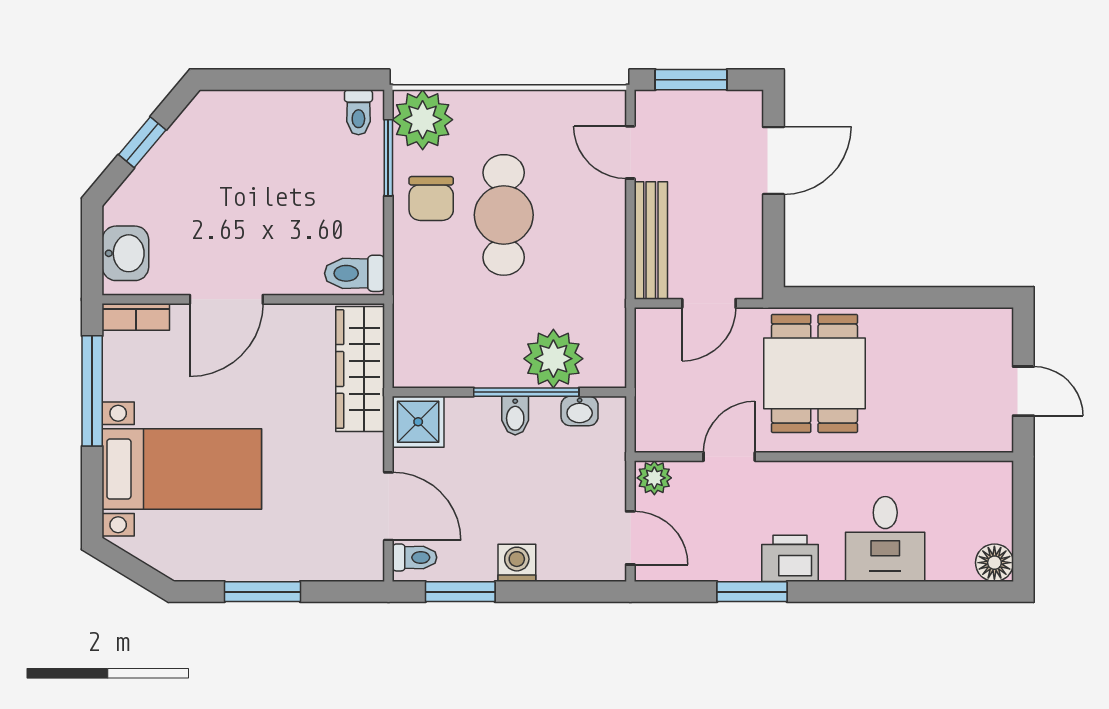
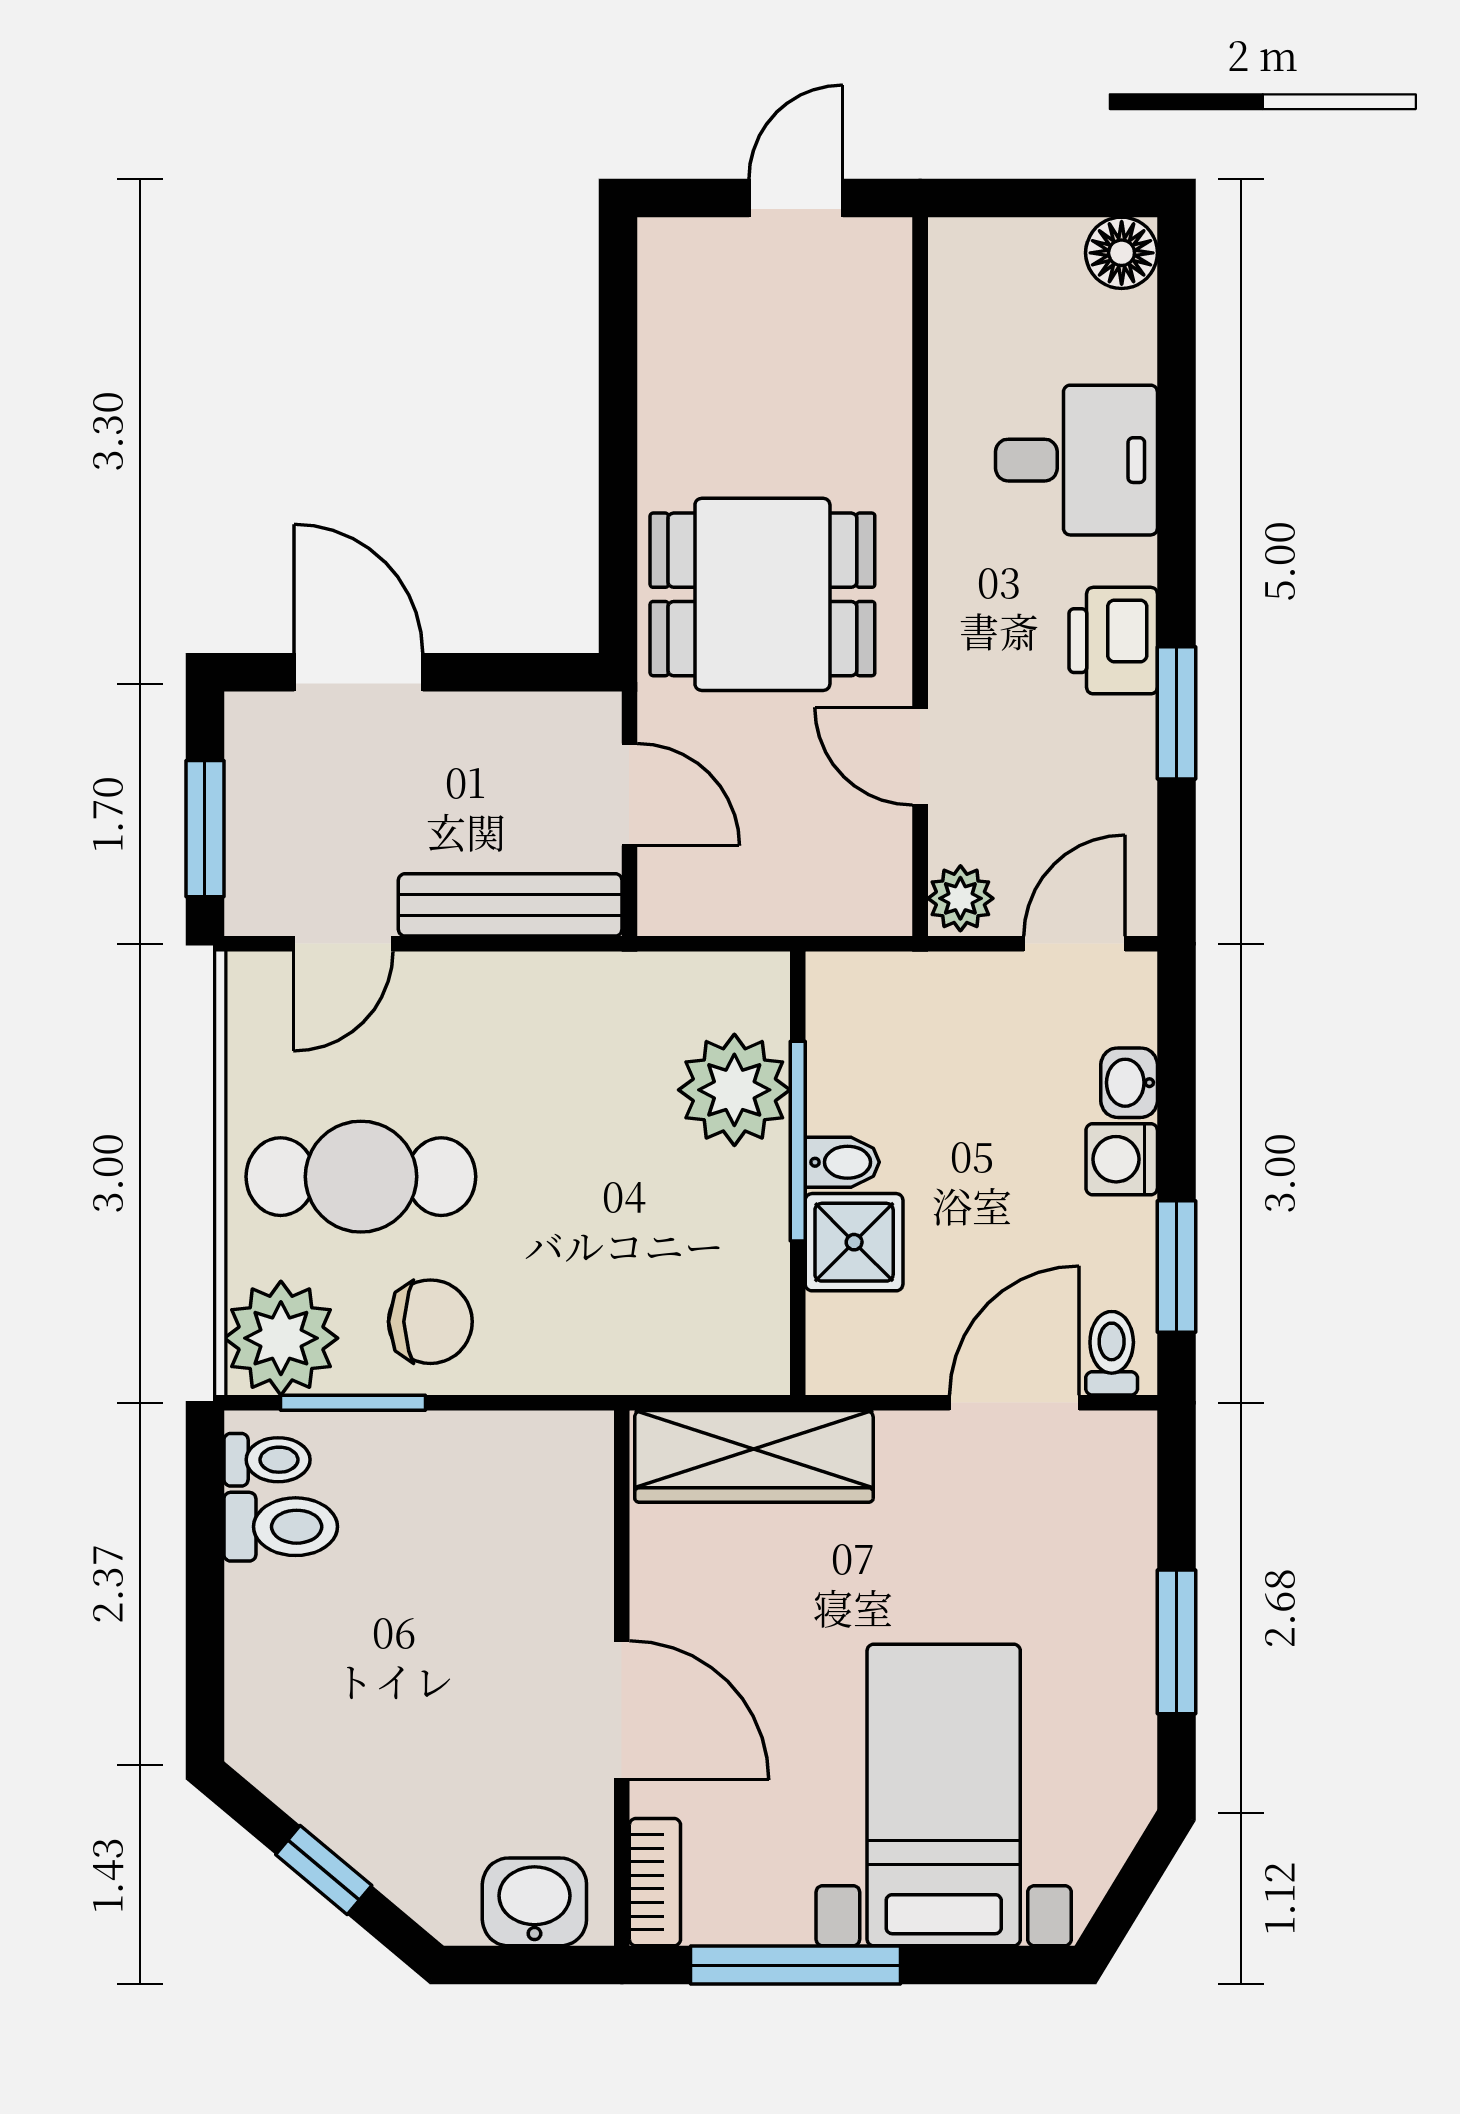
cafe table: (504, 215) -> (361, 1177), moved
toilet: (355, 273) -> (281, 1527), moved, turned -90
washbasin: (580, 411) -> (1129, 1083), moved, turned 180
shower: (418, 422) -> (854, 1242), moved

